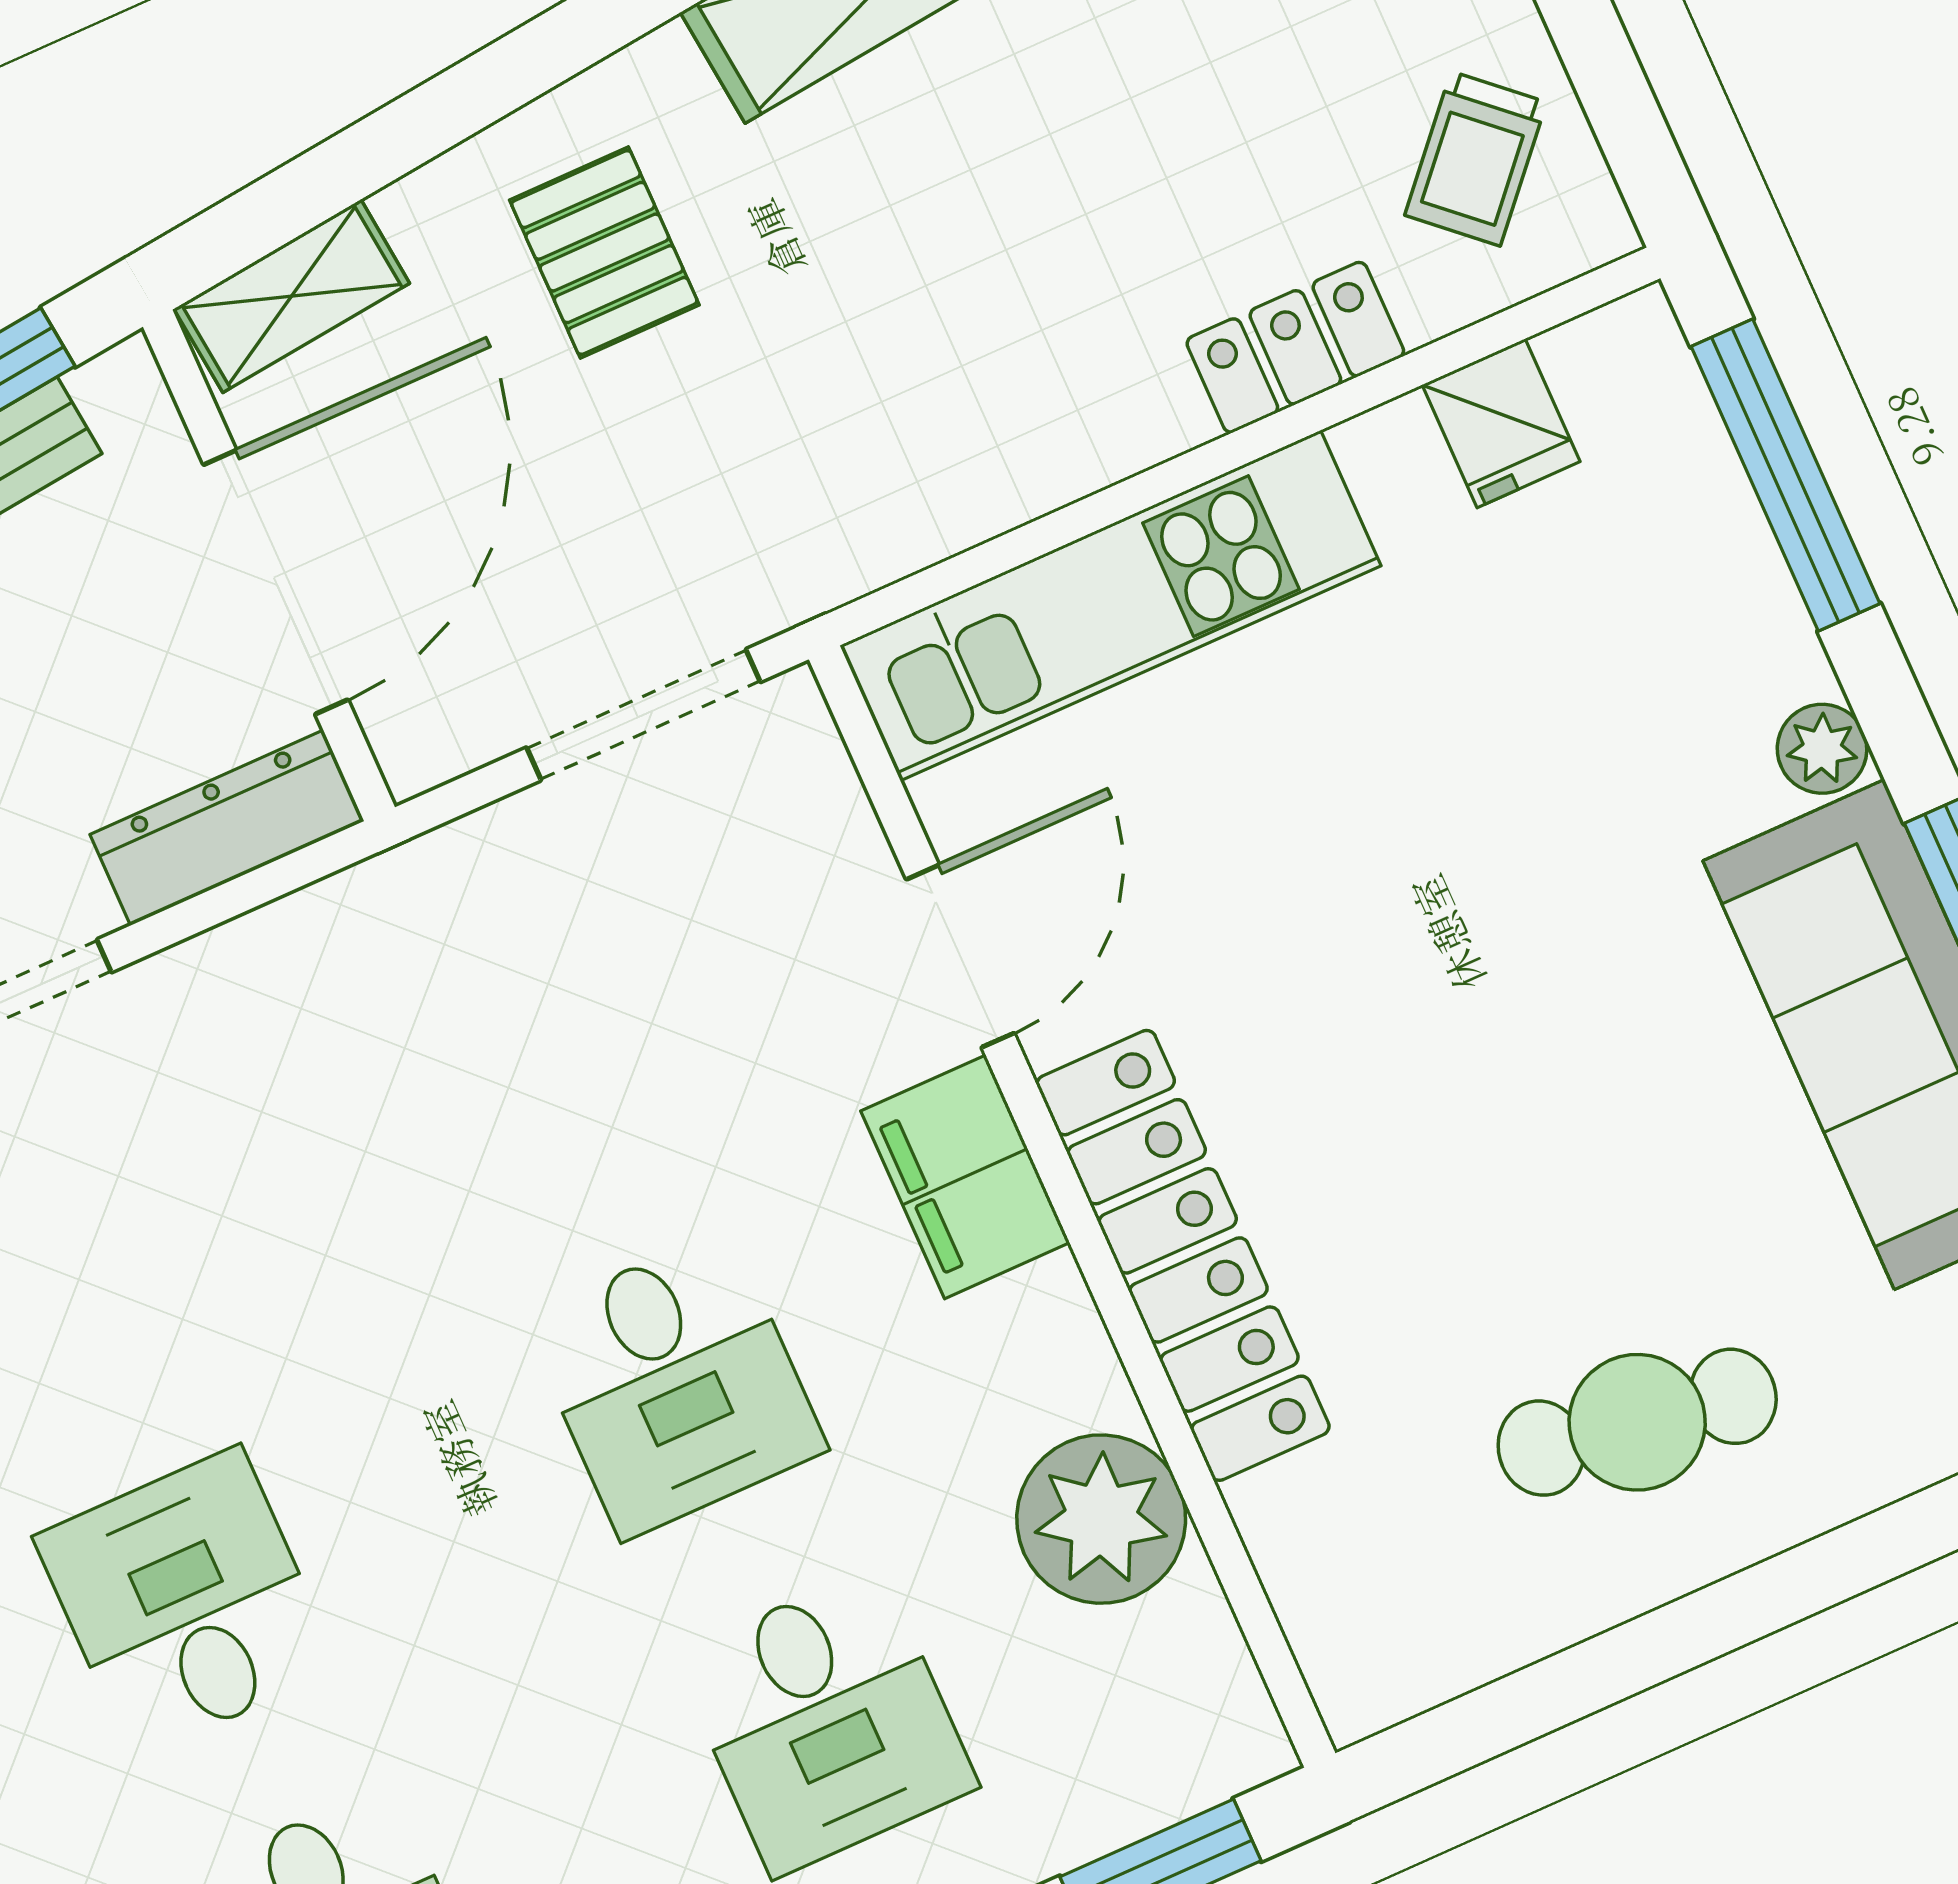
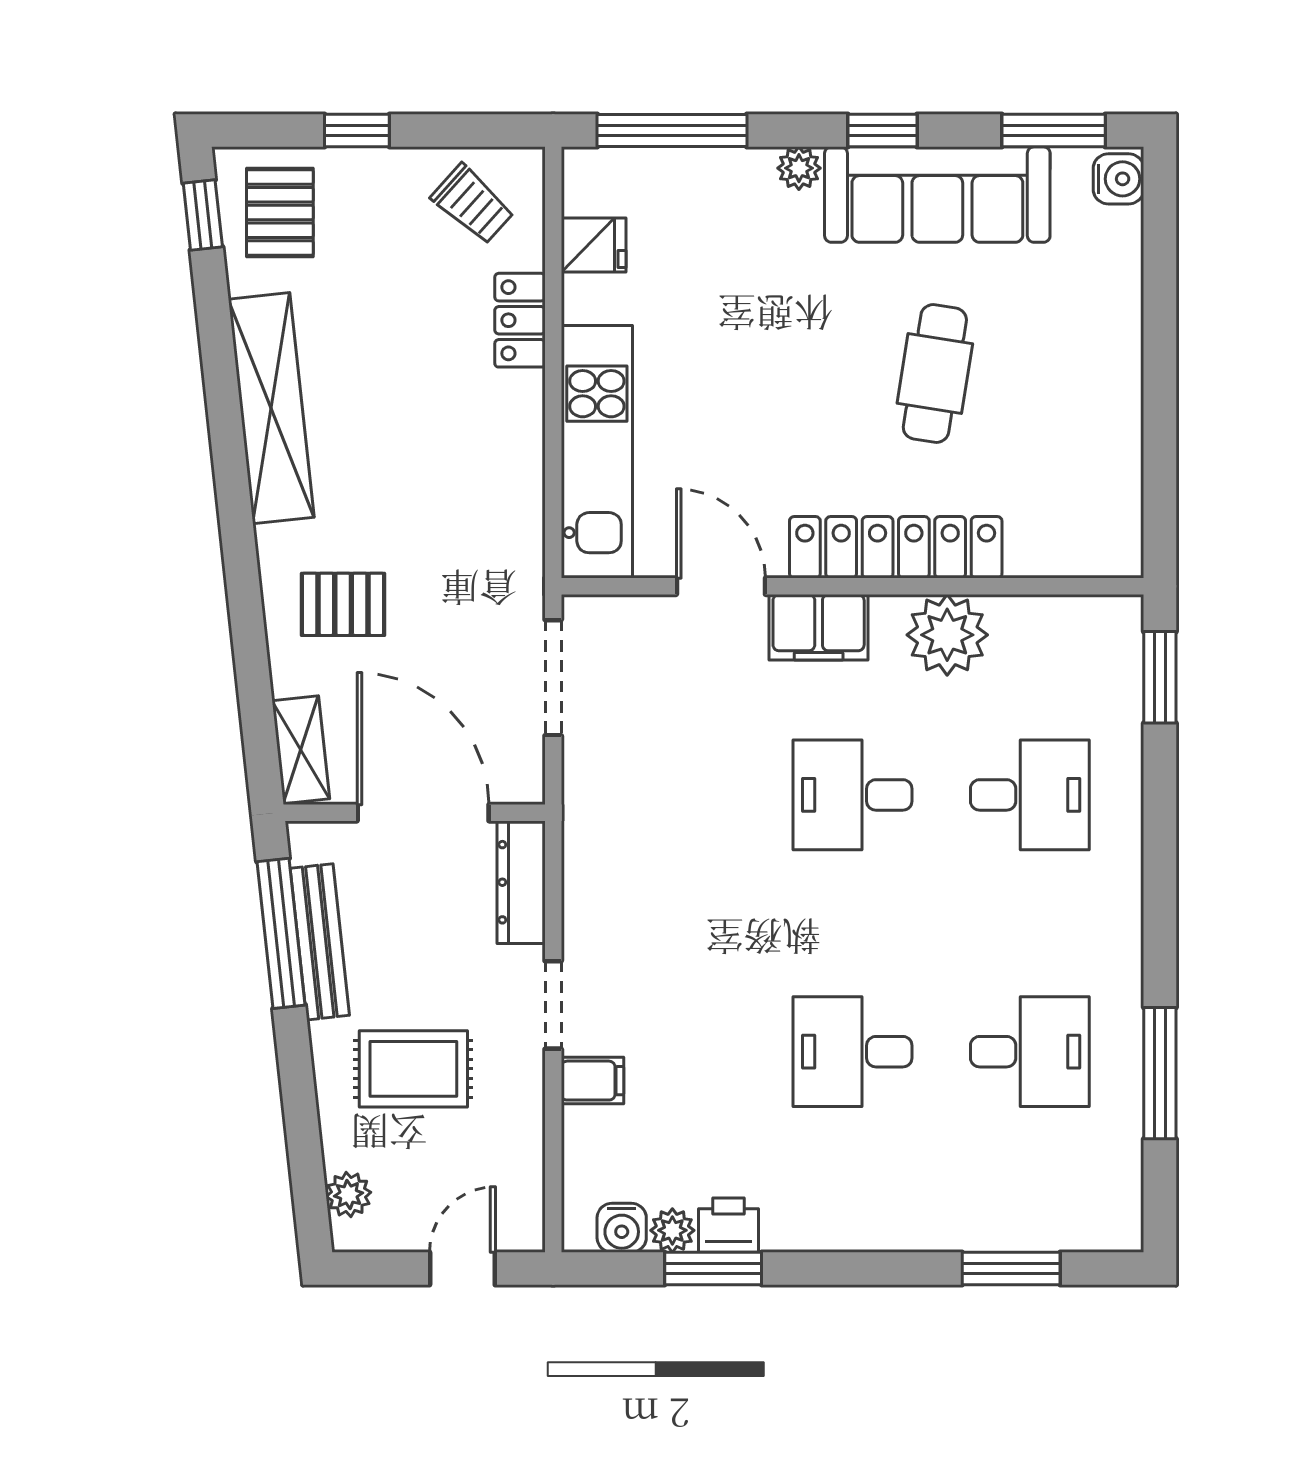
desk: (675, 1384) -> (853, 795), turned 180
cafe table: (1637, 1422) -> (935, 373), moved
plant: (1101, 1519) -> (947, 635), moved

